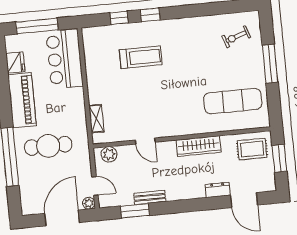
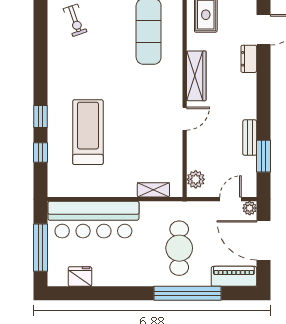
treadmill: (141, 57) -> (88, 132), width x1.37, depth x1.38
bar counter: (65, 59) -> (93, 220), width x1.36
piano: (22, 100) -> (234, 276), moved, width x0.73, depth x0.75
door: (145, 141) -> (185, 119), moved

